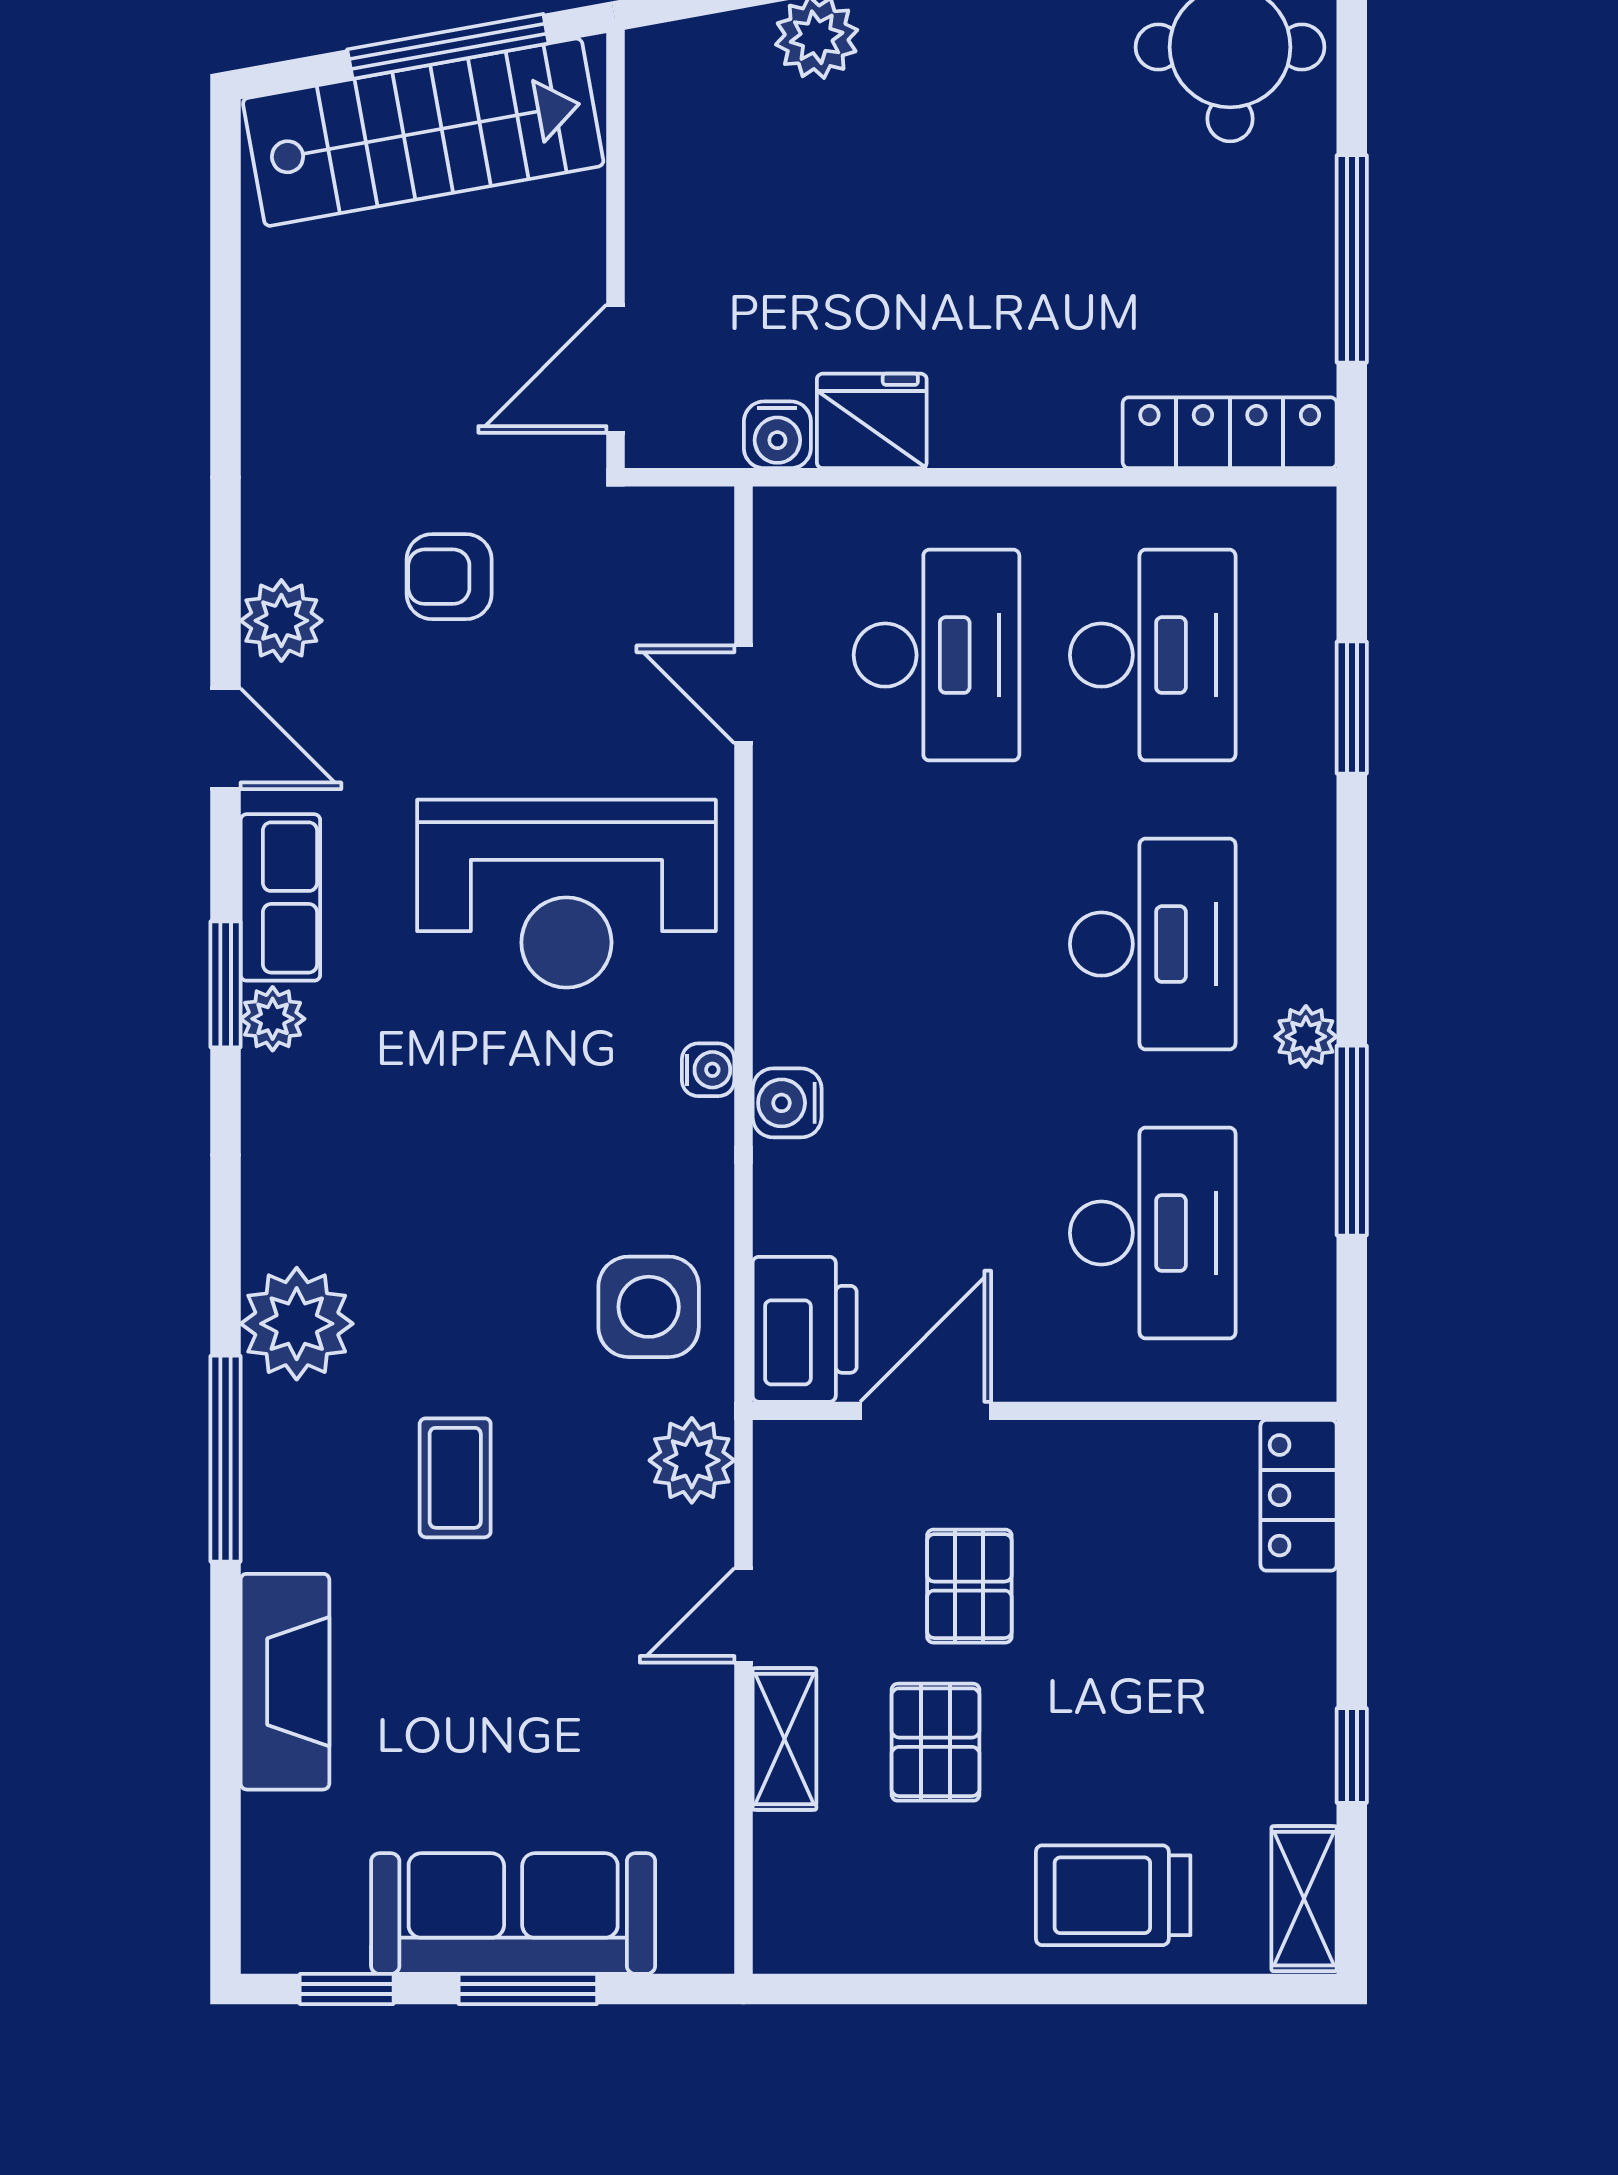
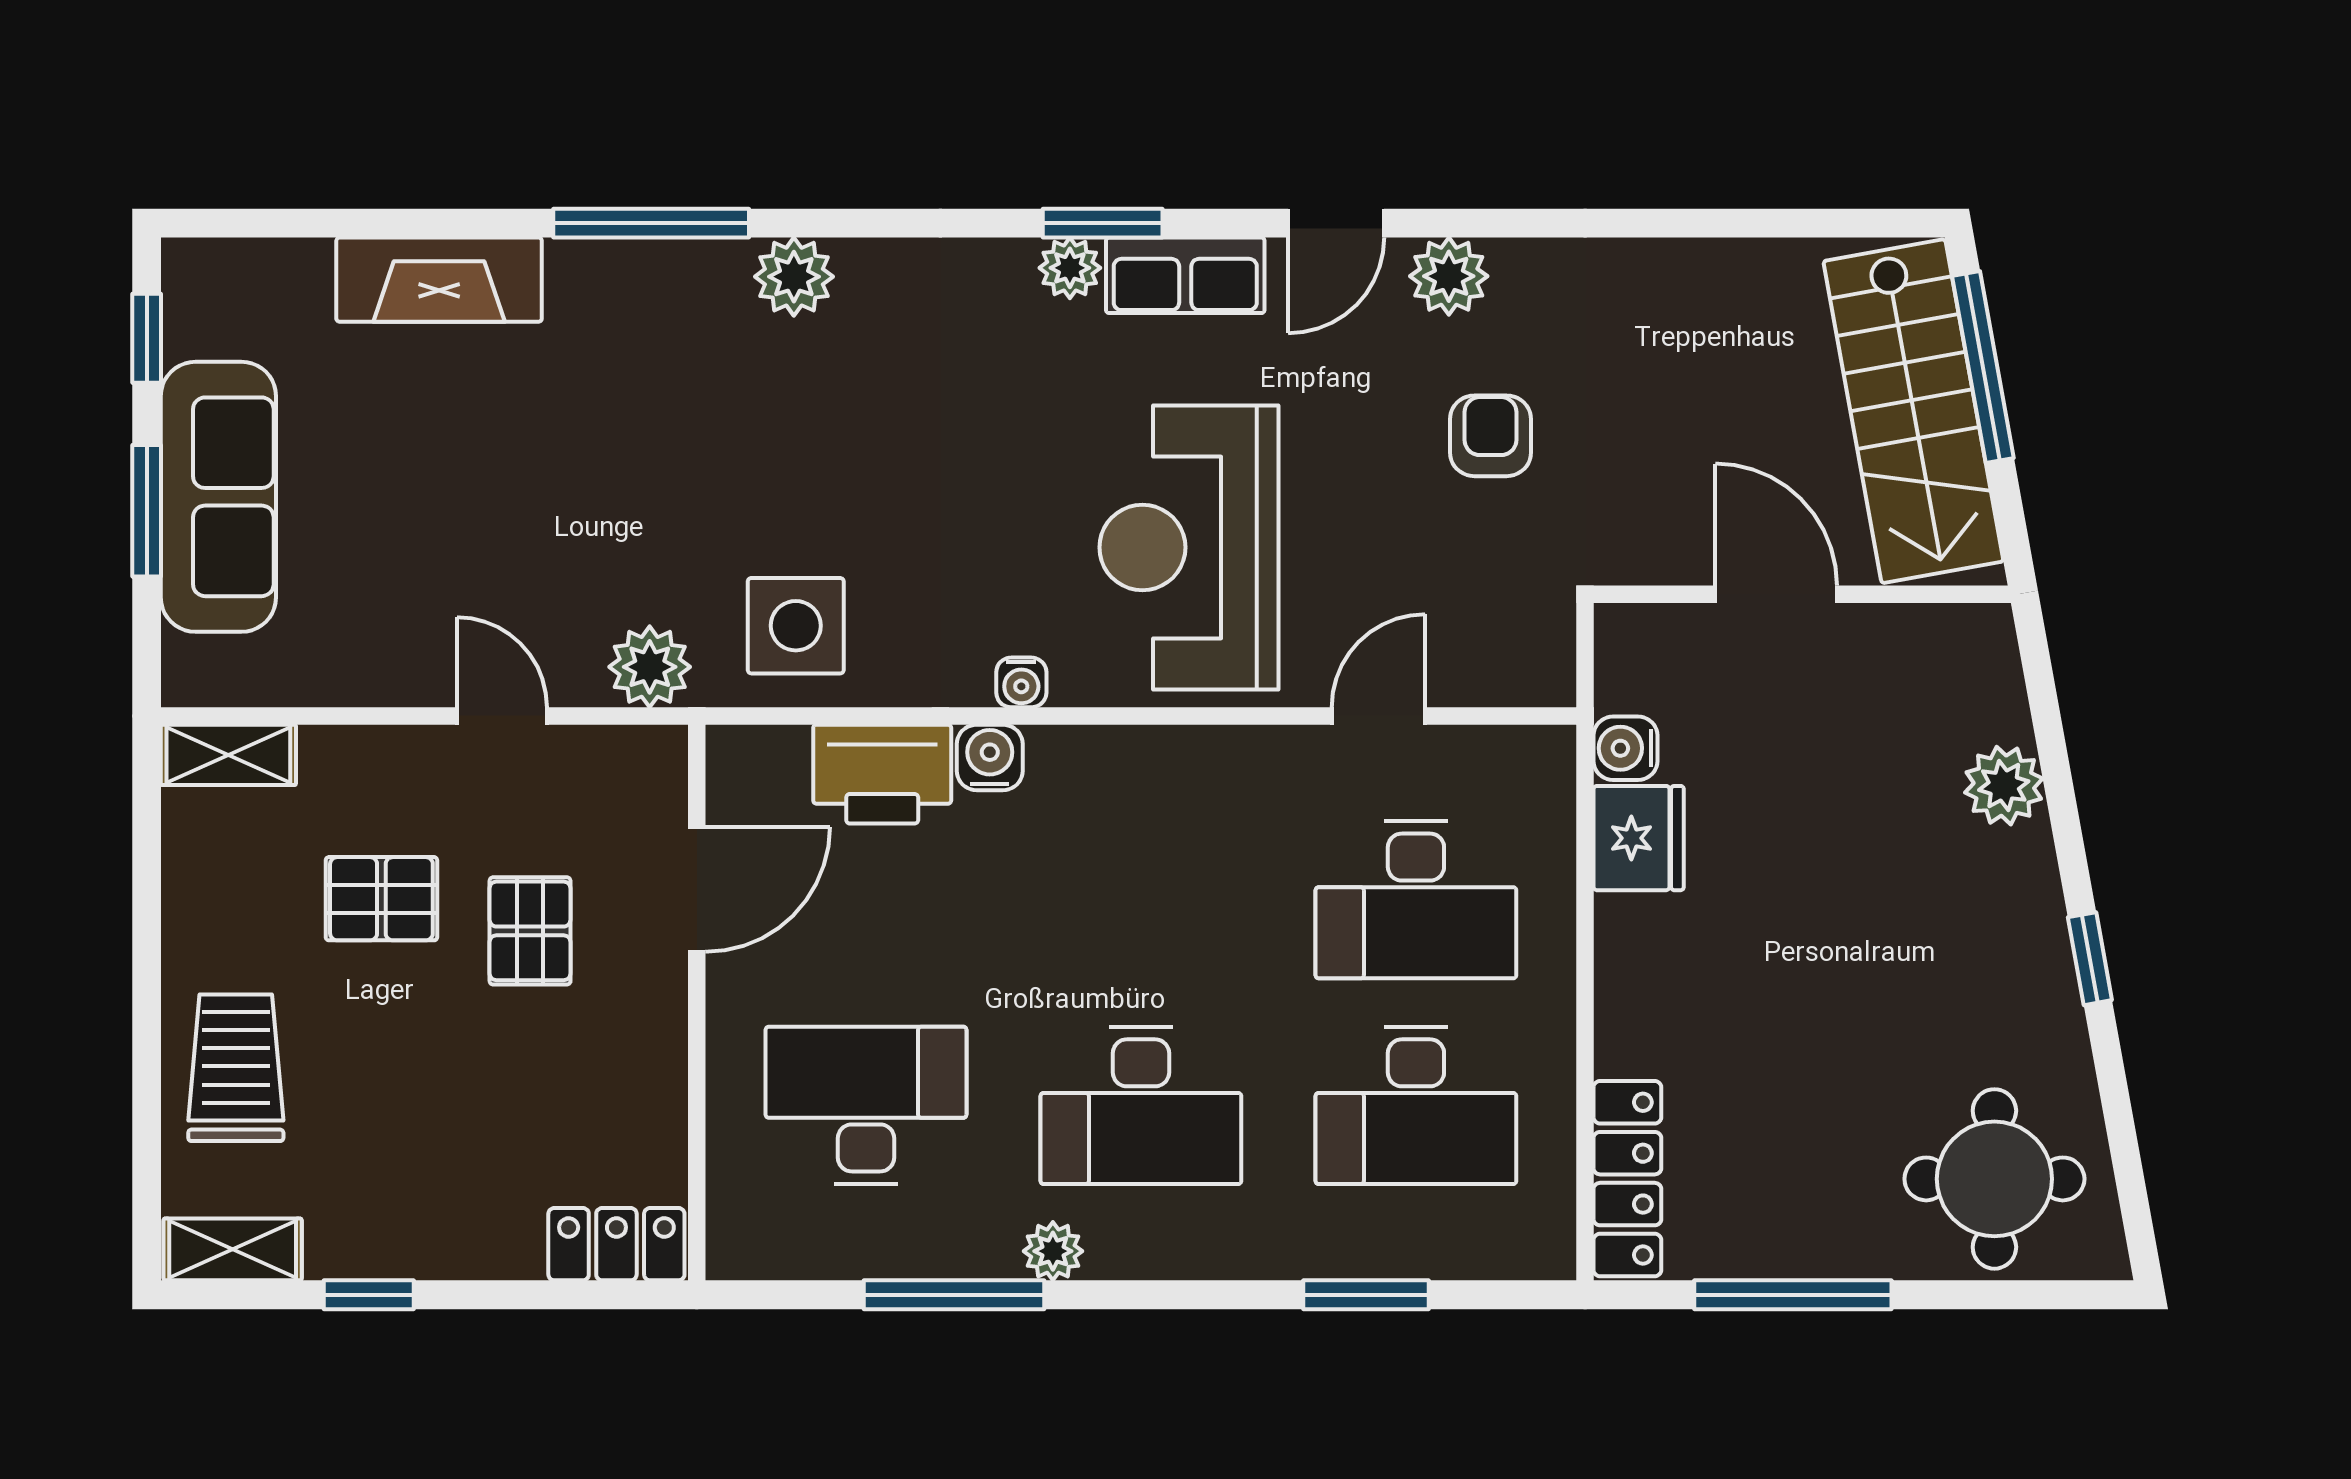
window: (448, 46) -> (1983, 367), moved
door: (615, 369) -> (1776, 594), moved
desk: (1153, 1233) -> (866, 1105), turned 180
plant: (297, 1324) -> (794, 277), width x0.73, depth x0.73
printer: (805, 1329) -> (882, 774), moved
door: (926, 1411) -> (697, 889), hinge flipped
coffee table: (455, 1478) -> (633, 442), removed
pallet: (969, 1586) -> (530, 931), turned 90
shelving: (784, 1739) -> (228, 755), moved

